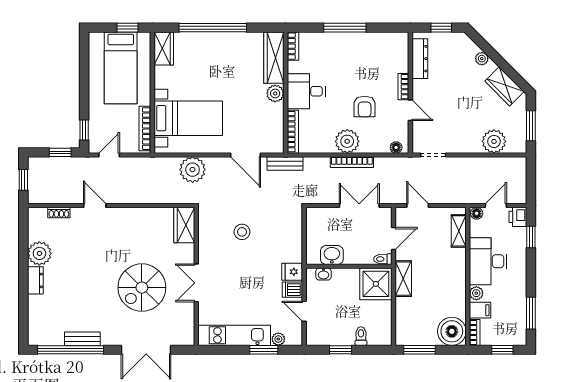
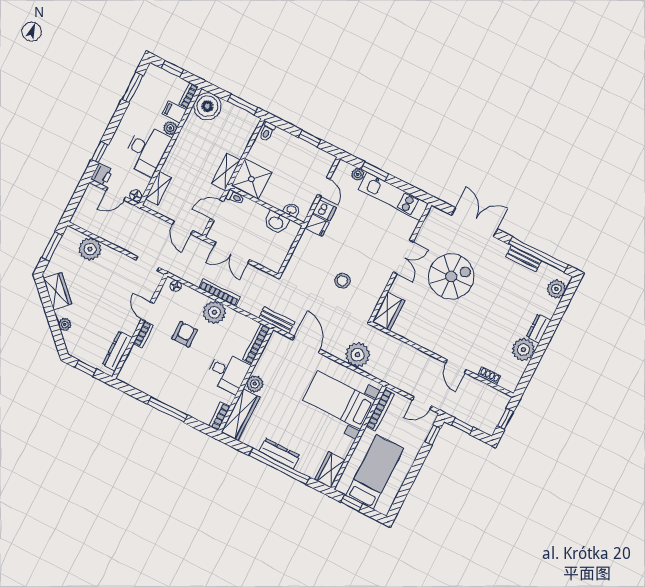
dresser: (219, 40) -> (279, 453), added
plant: (37, 326) -> (556, 289), added
toilet: (361, 336) -> (267, 132), moved

